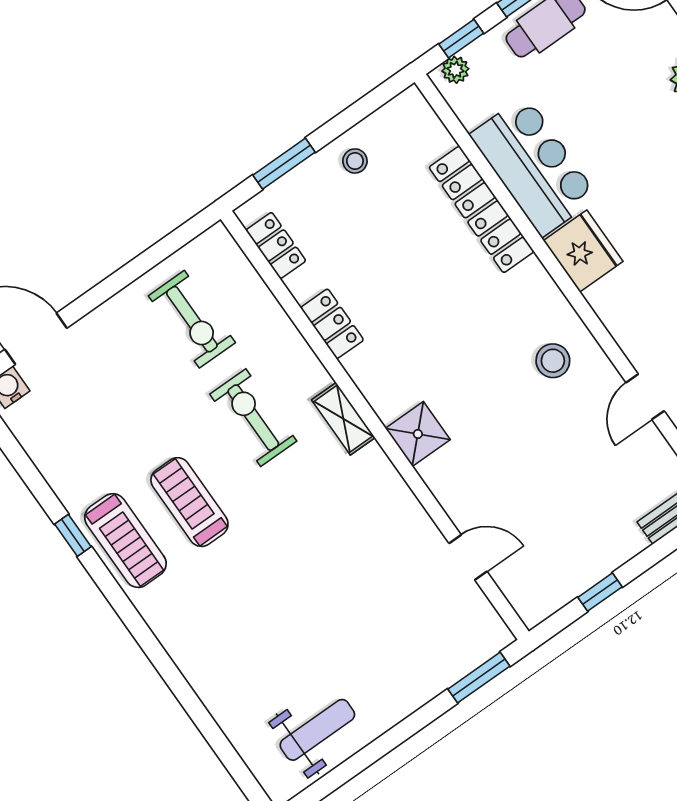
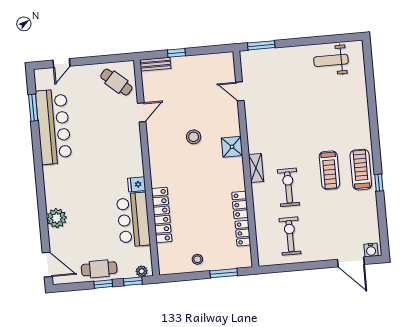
locker: (276, 246) -> (243, 233), moved
fridge: (583, 251) -> (137, 184), width x0.53, depth x0.75
stool: (553, 361) -> (194, 137), moved
exercise bike: (253, 418) -> (288, 187), turned 180
window: (600, 592) -> (176, 53), moved

